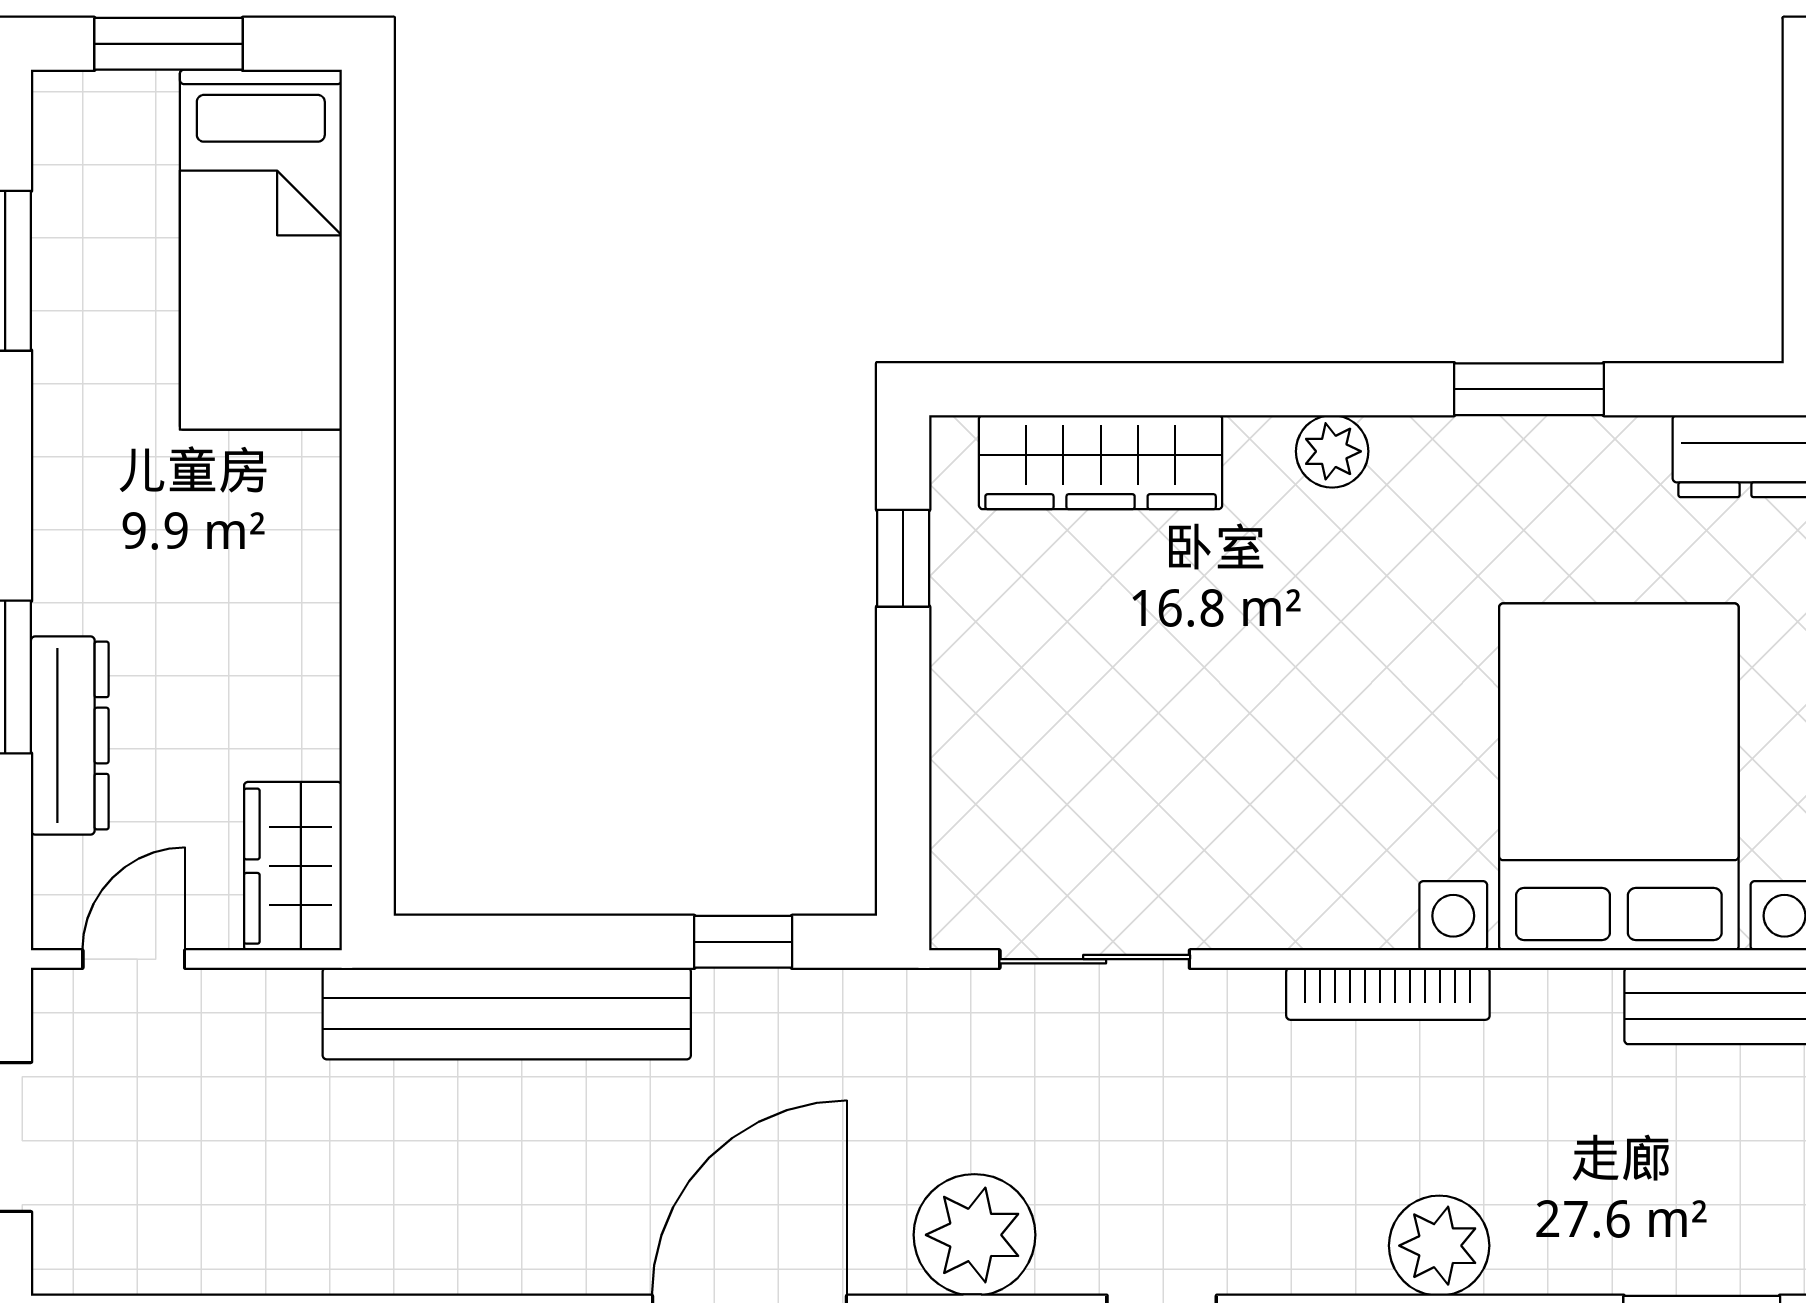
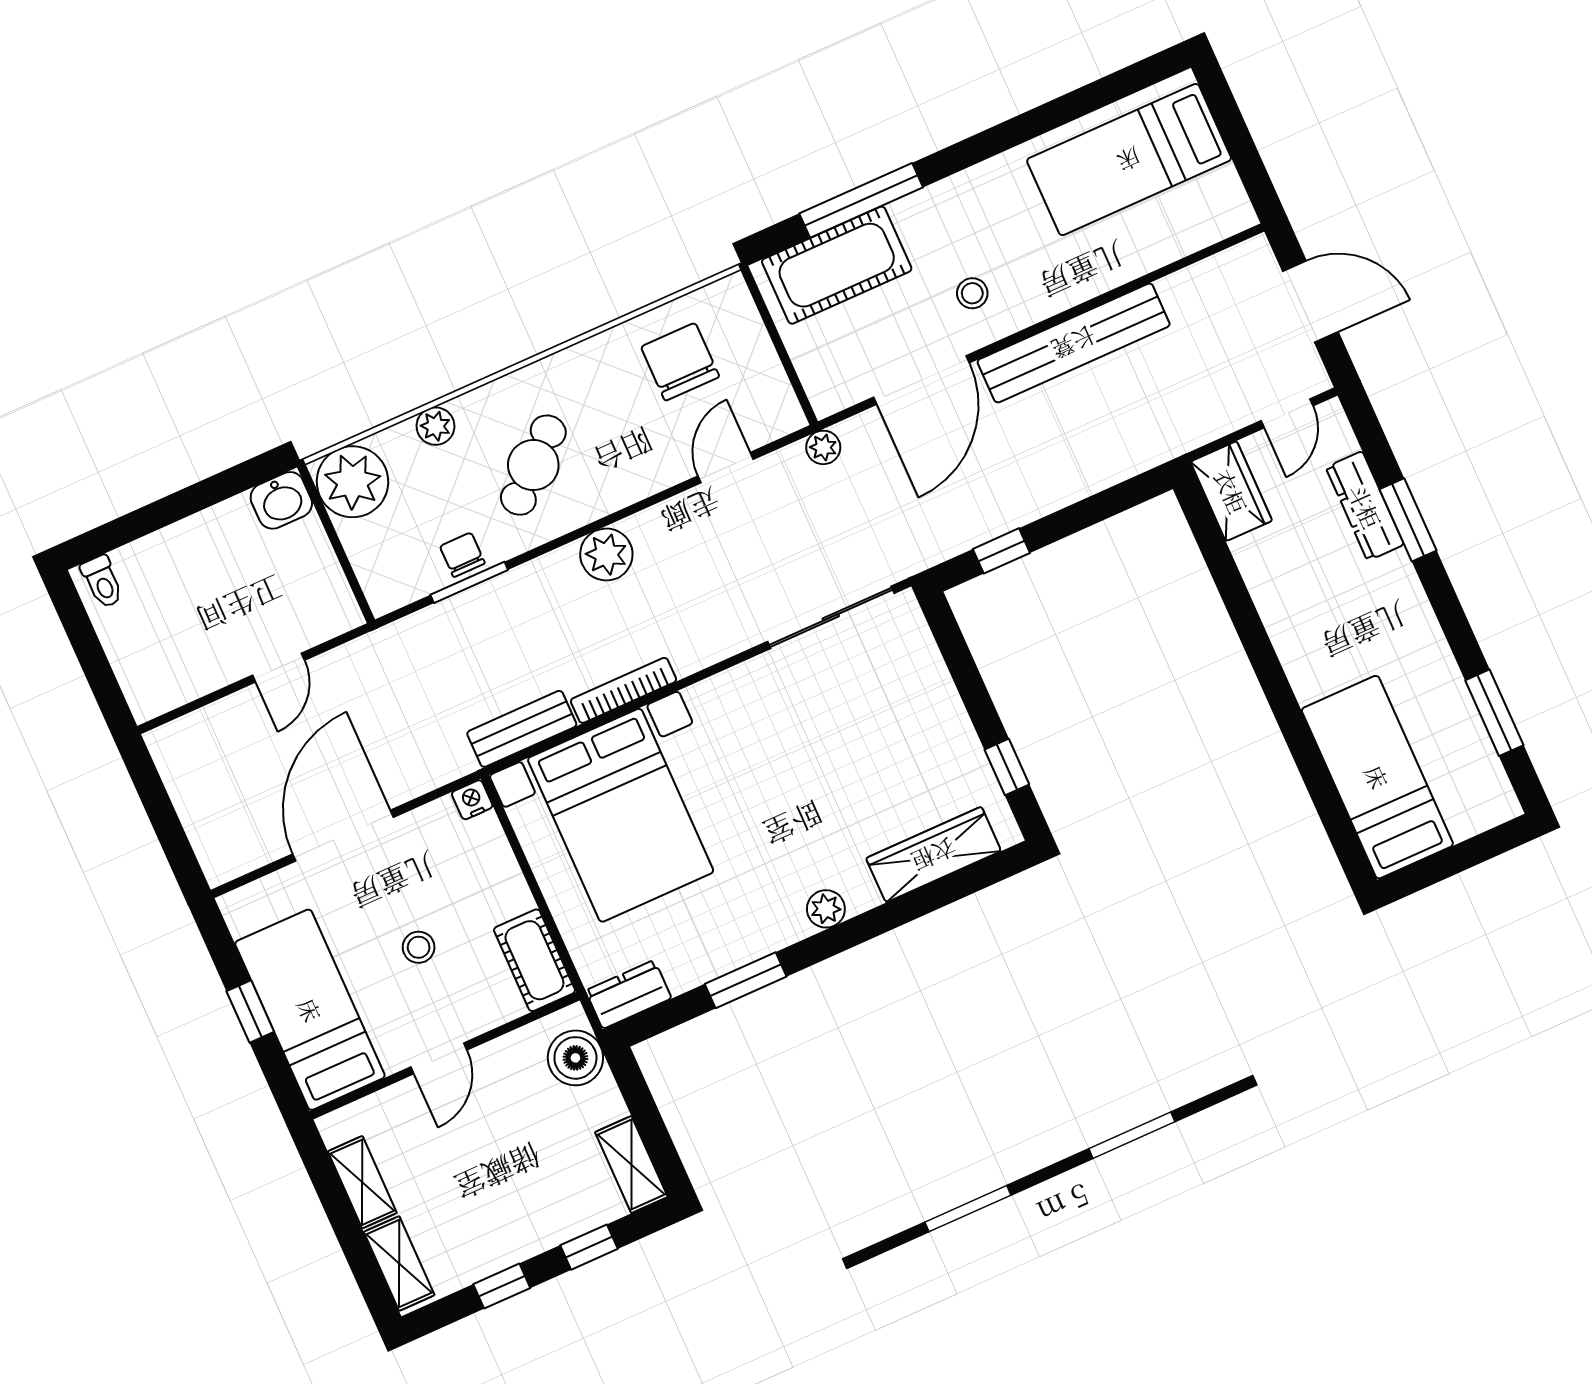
window: (169, 44) -> (1465, 855), removed
sliding door: (1095, 959) -> (831, 617), width x1.37
bookcase: (1388, 994) -> (623, 690), moved
bench: (507, 1014) -> (1074, 343), moved
plant: (974, 1235) -> (823, 447), width x0.53, depth x0.53

